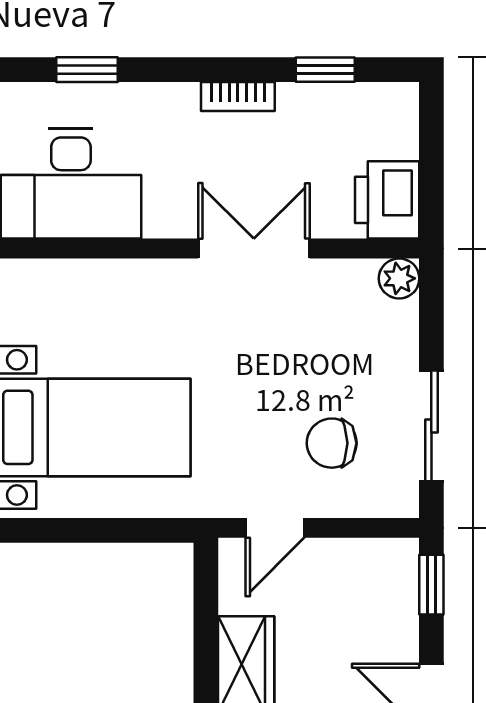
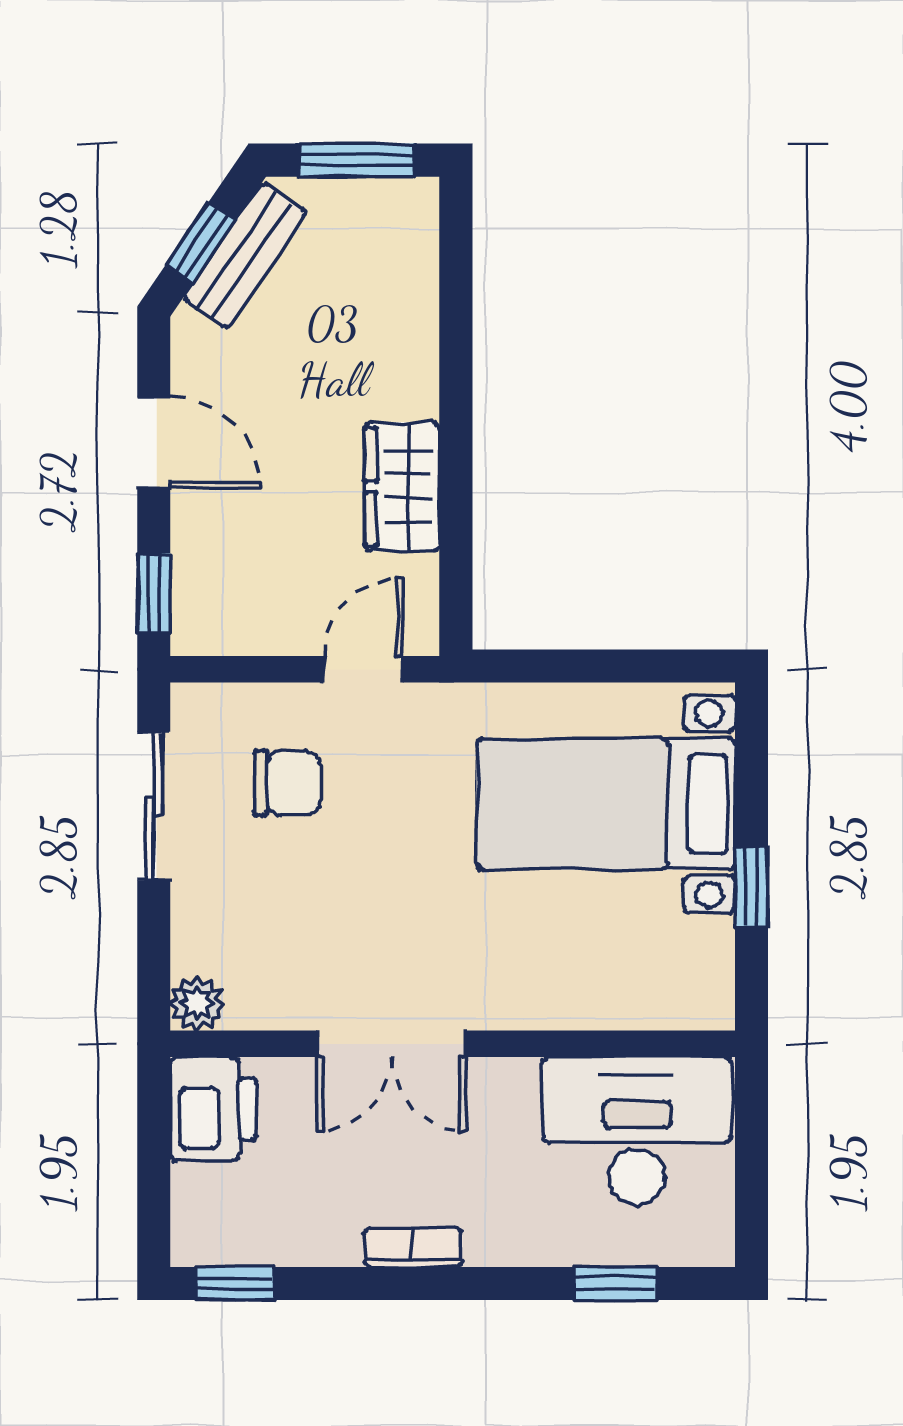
window: (325, 70) -> (235, 1284), moved

